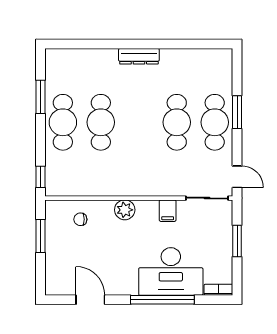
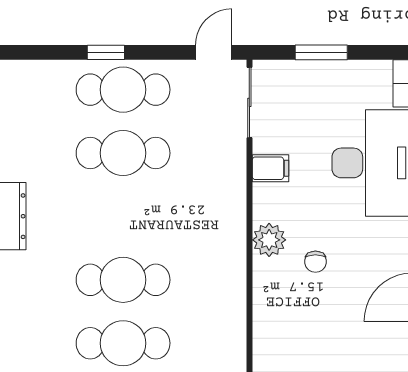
window: (237, 112) -> (106, 52), width x0.67
chair: (80, 219) -> (315, 262), moved

